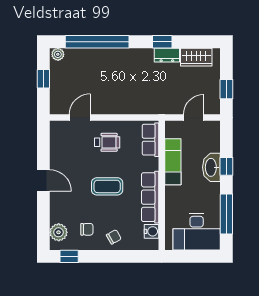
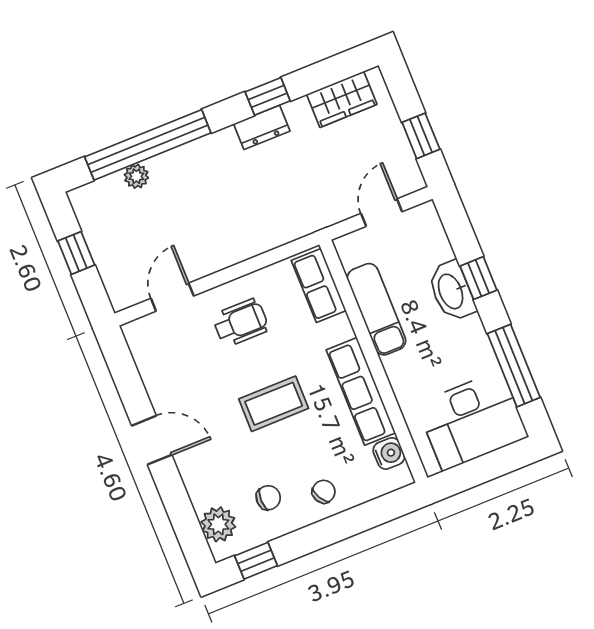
plant: (58, 54) -> (136, 176), moved
dresser: (167, 55) -> (262, 127), moved

